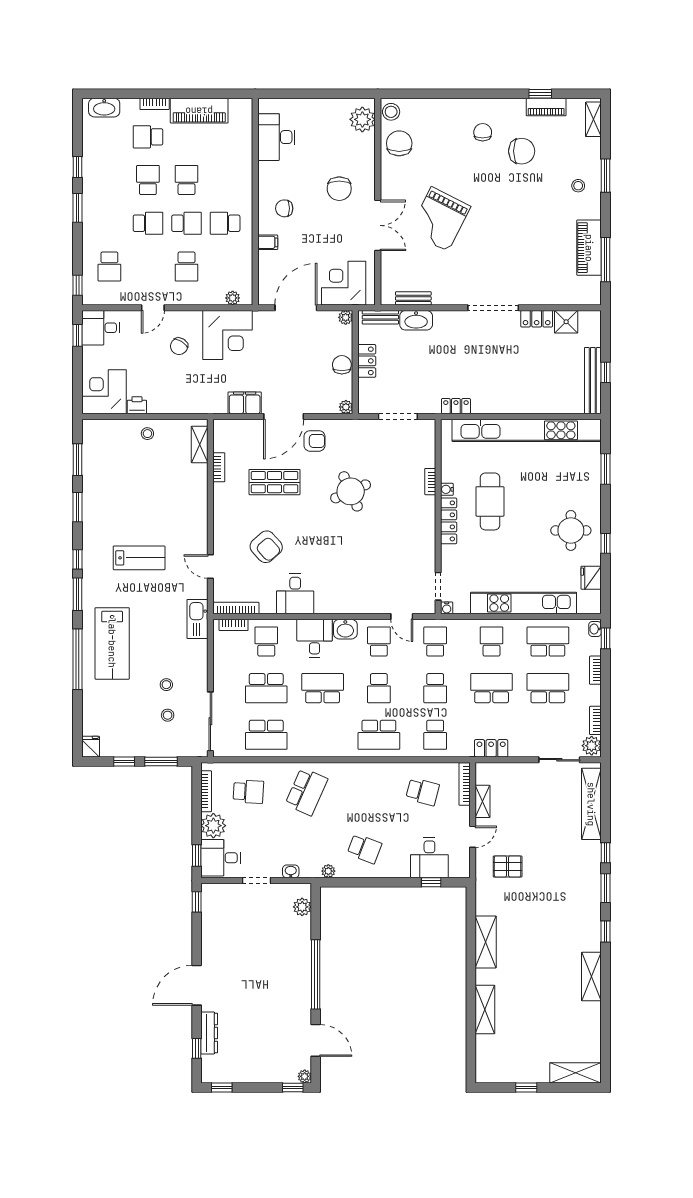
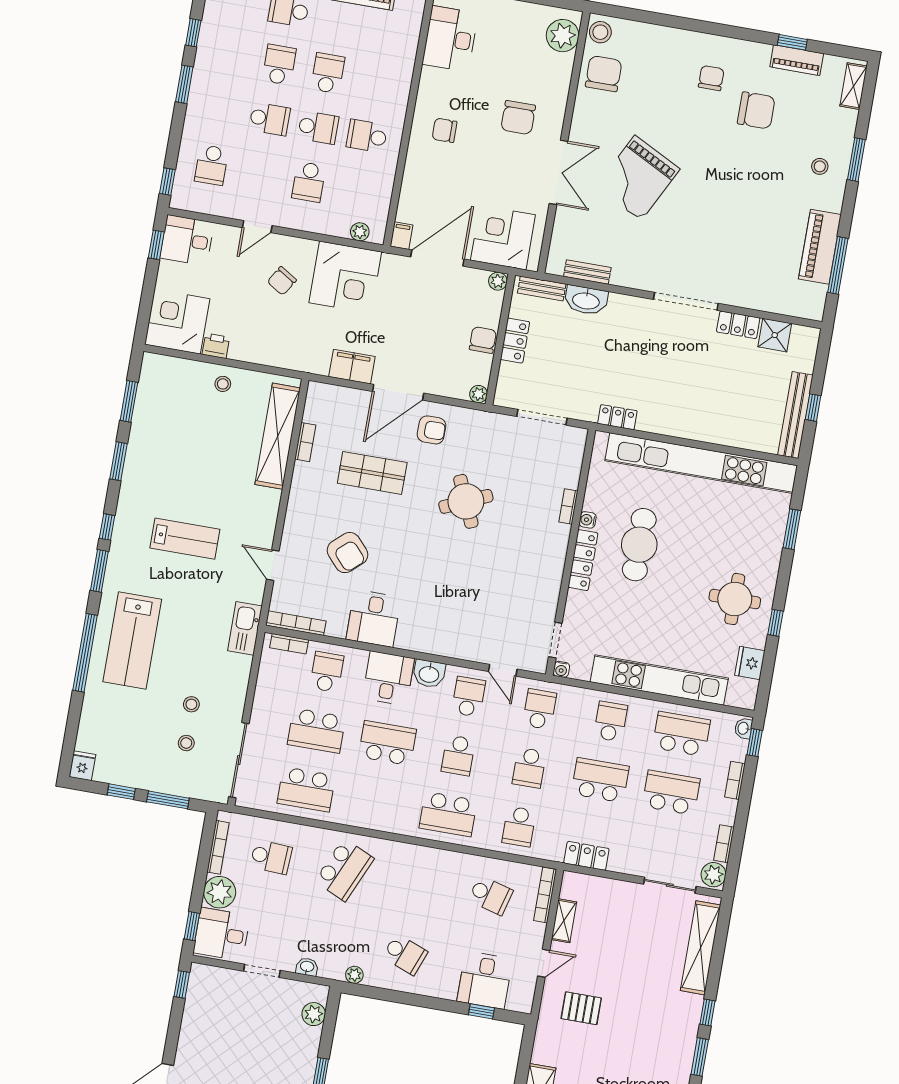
filing cabinet: (268, 242) -> (401, 236), moved, turned -90
shelving: (200, 444) -> (278, 436), width x2.20, depth x1.33

